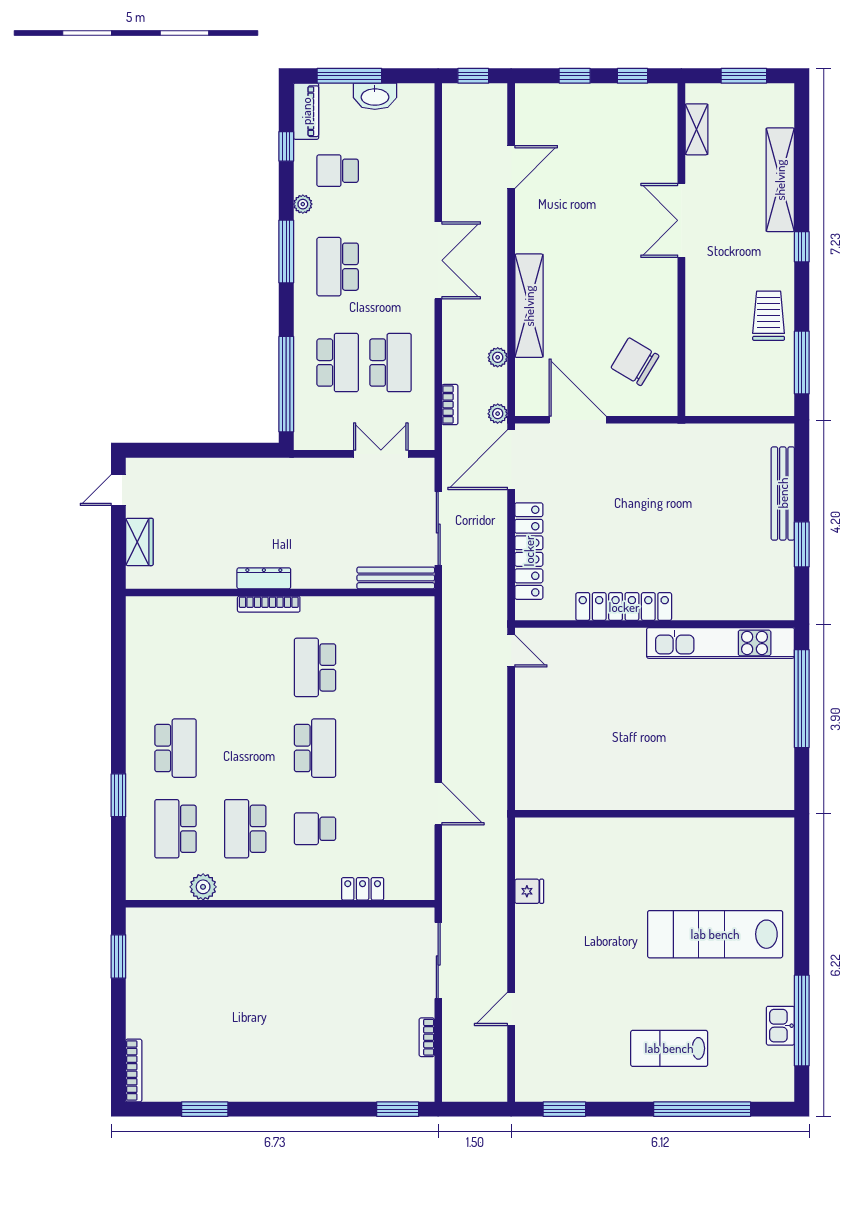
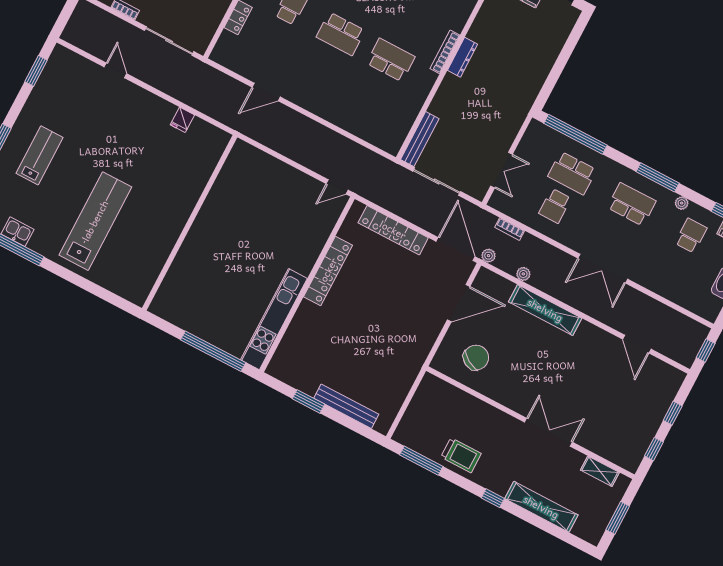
school desk: (390, 363) -> (555, 206), width x0.54

